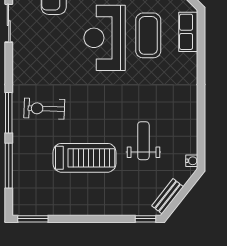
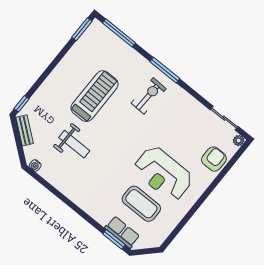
window: (201, 34) -> (114, 239), added
reception desk: (105, 38) -> (163, 174), turned 180
treadmill: (84, 158) -> (95, 96), turned 180
window: (9, 166) -> (119, 33), moved

